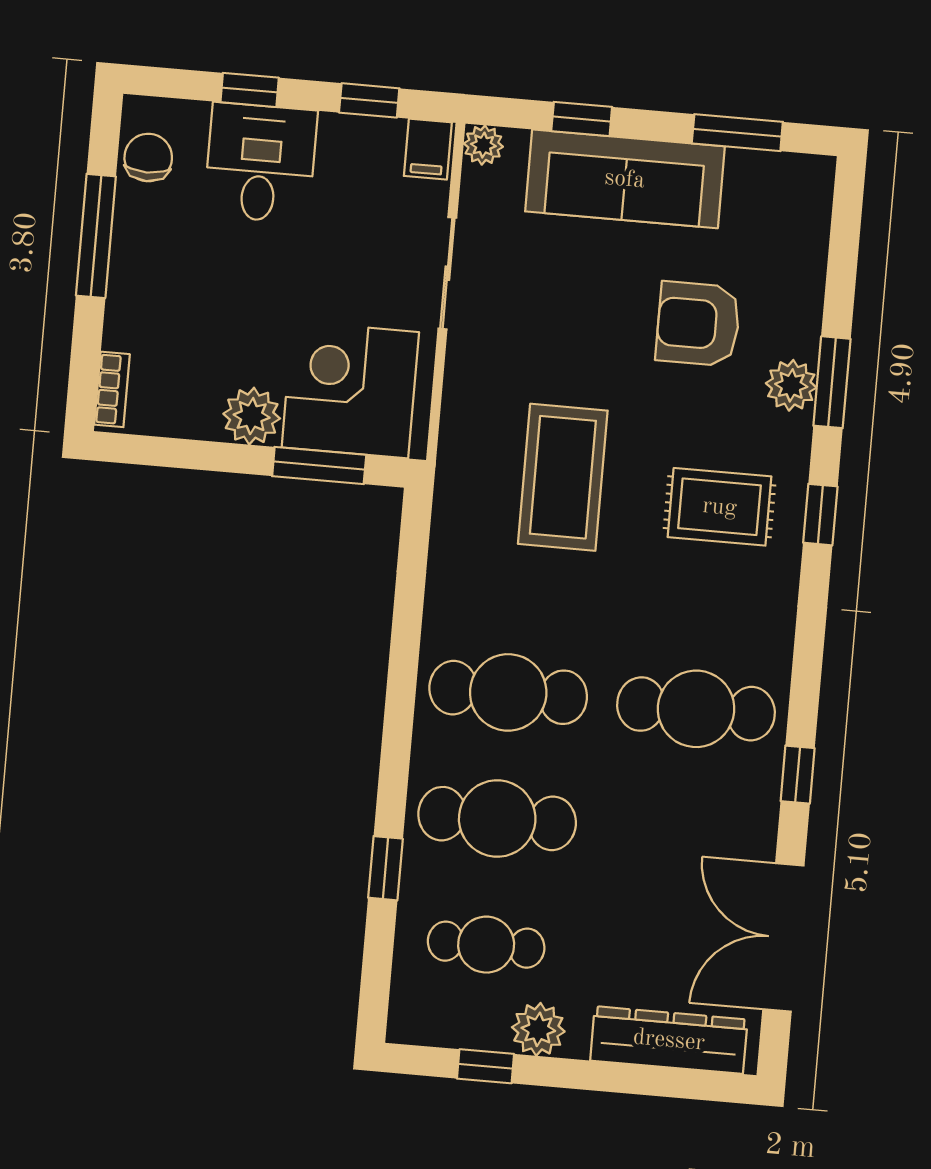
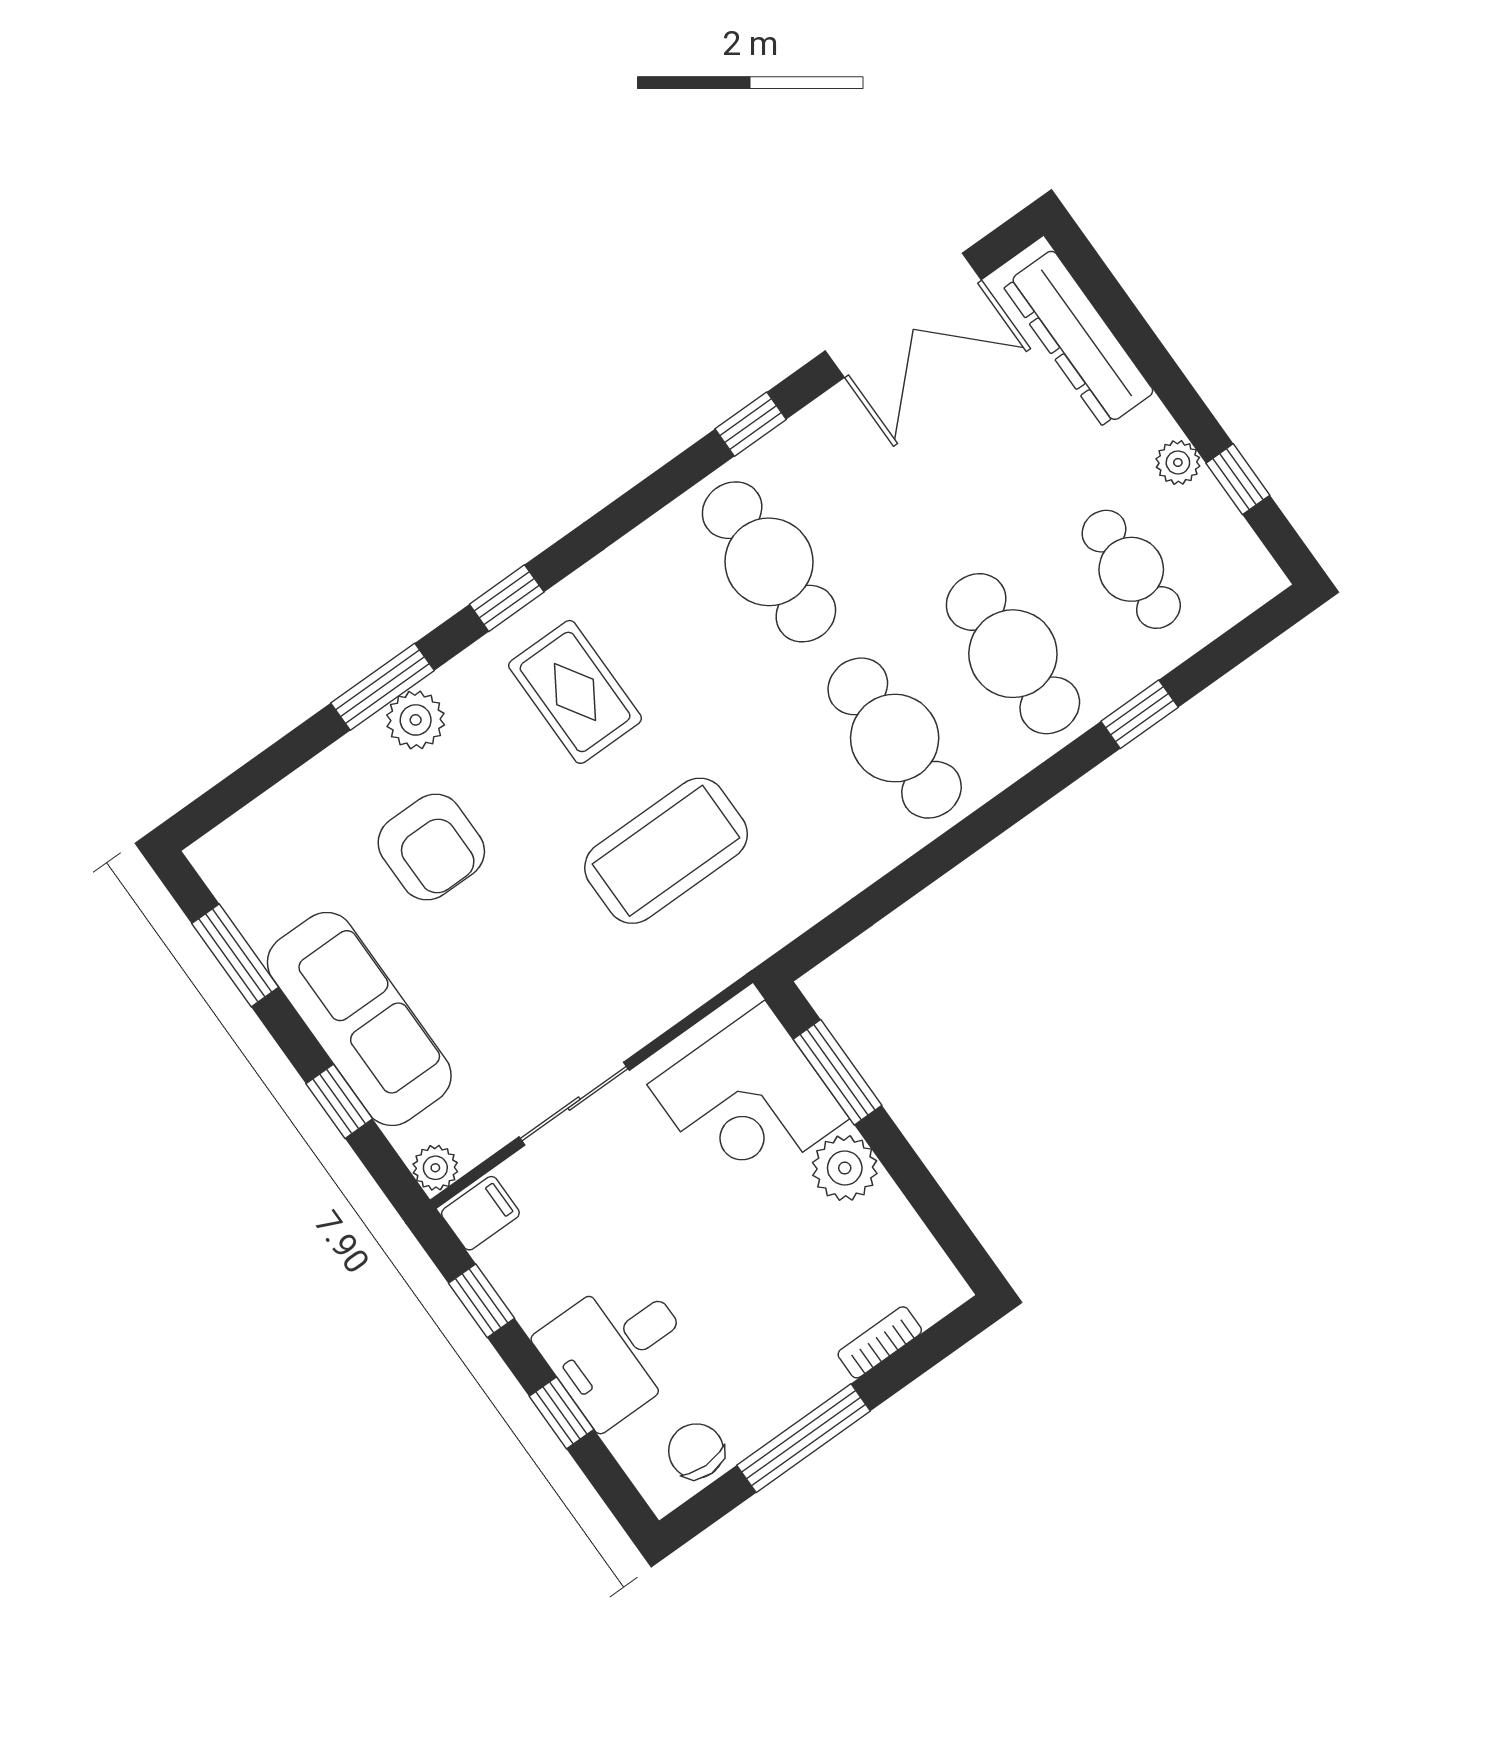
chair: (148, 158) -> (696, 1451), turned 90
bookcase: (112, 389) -> (880, 1342), moved
plant: (538, 1029) -> (1178, 462), width x0.73, depth x0.73

